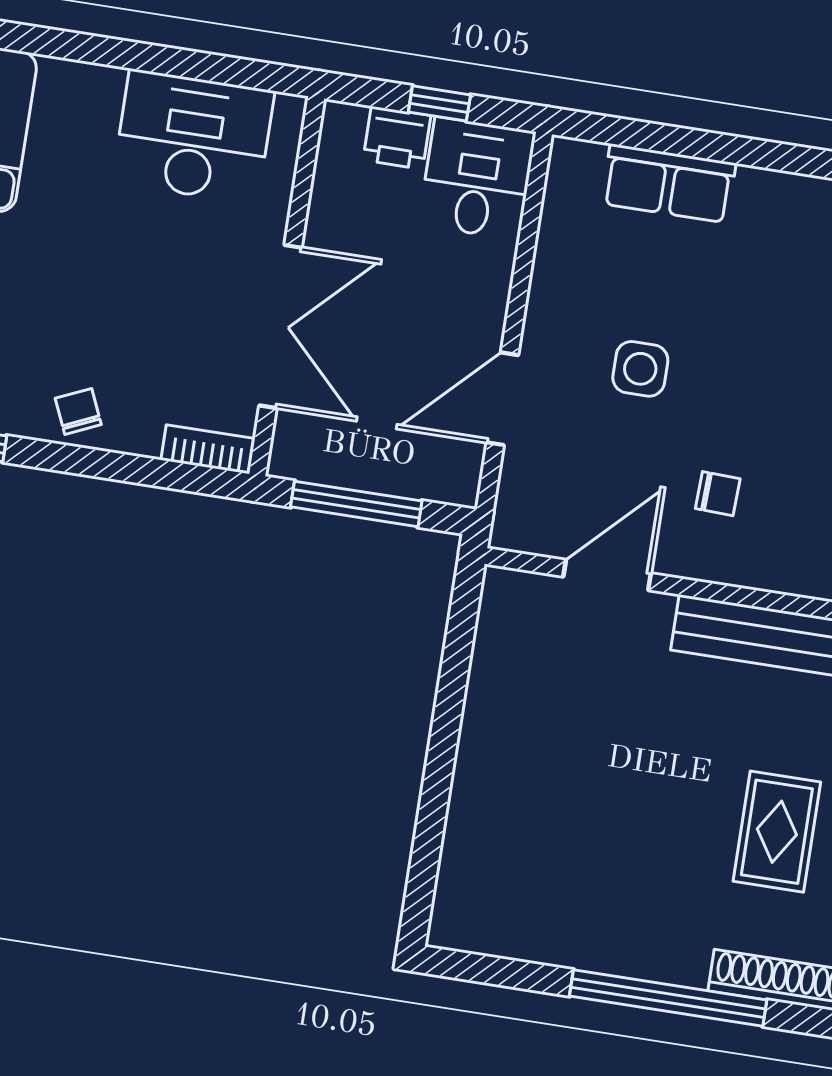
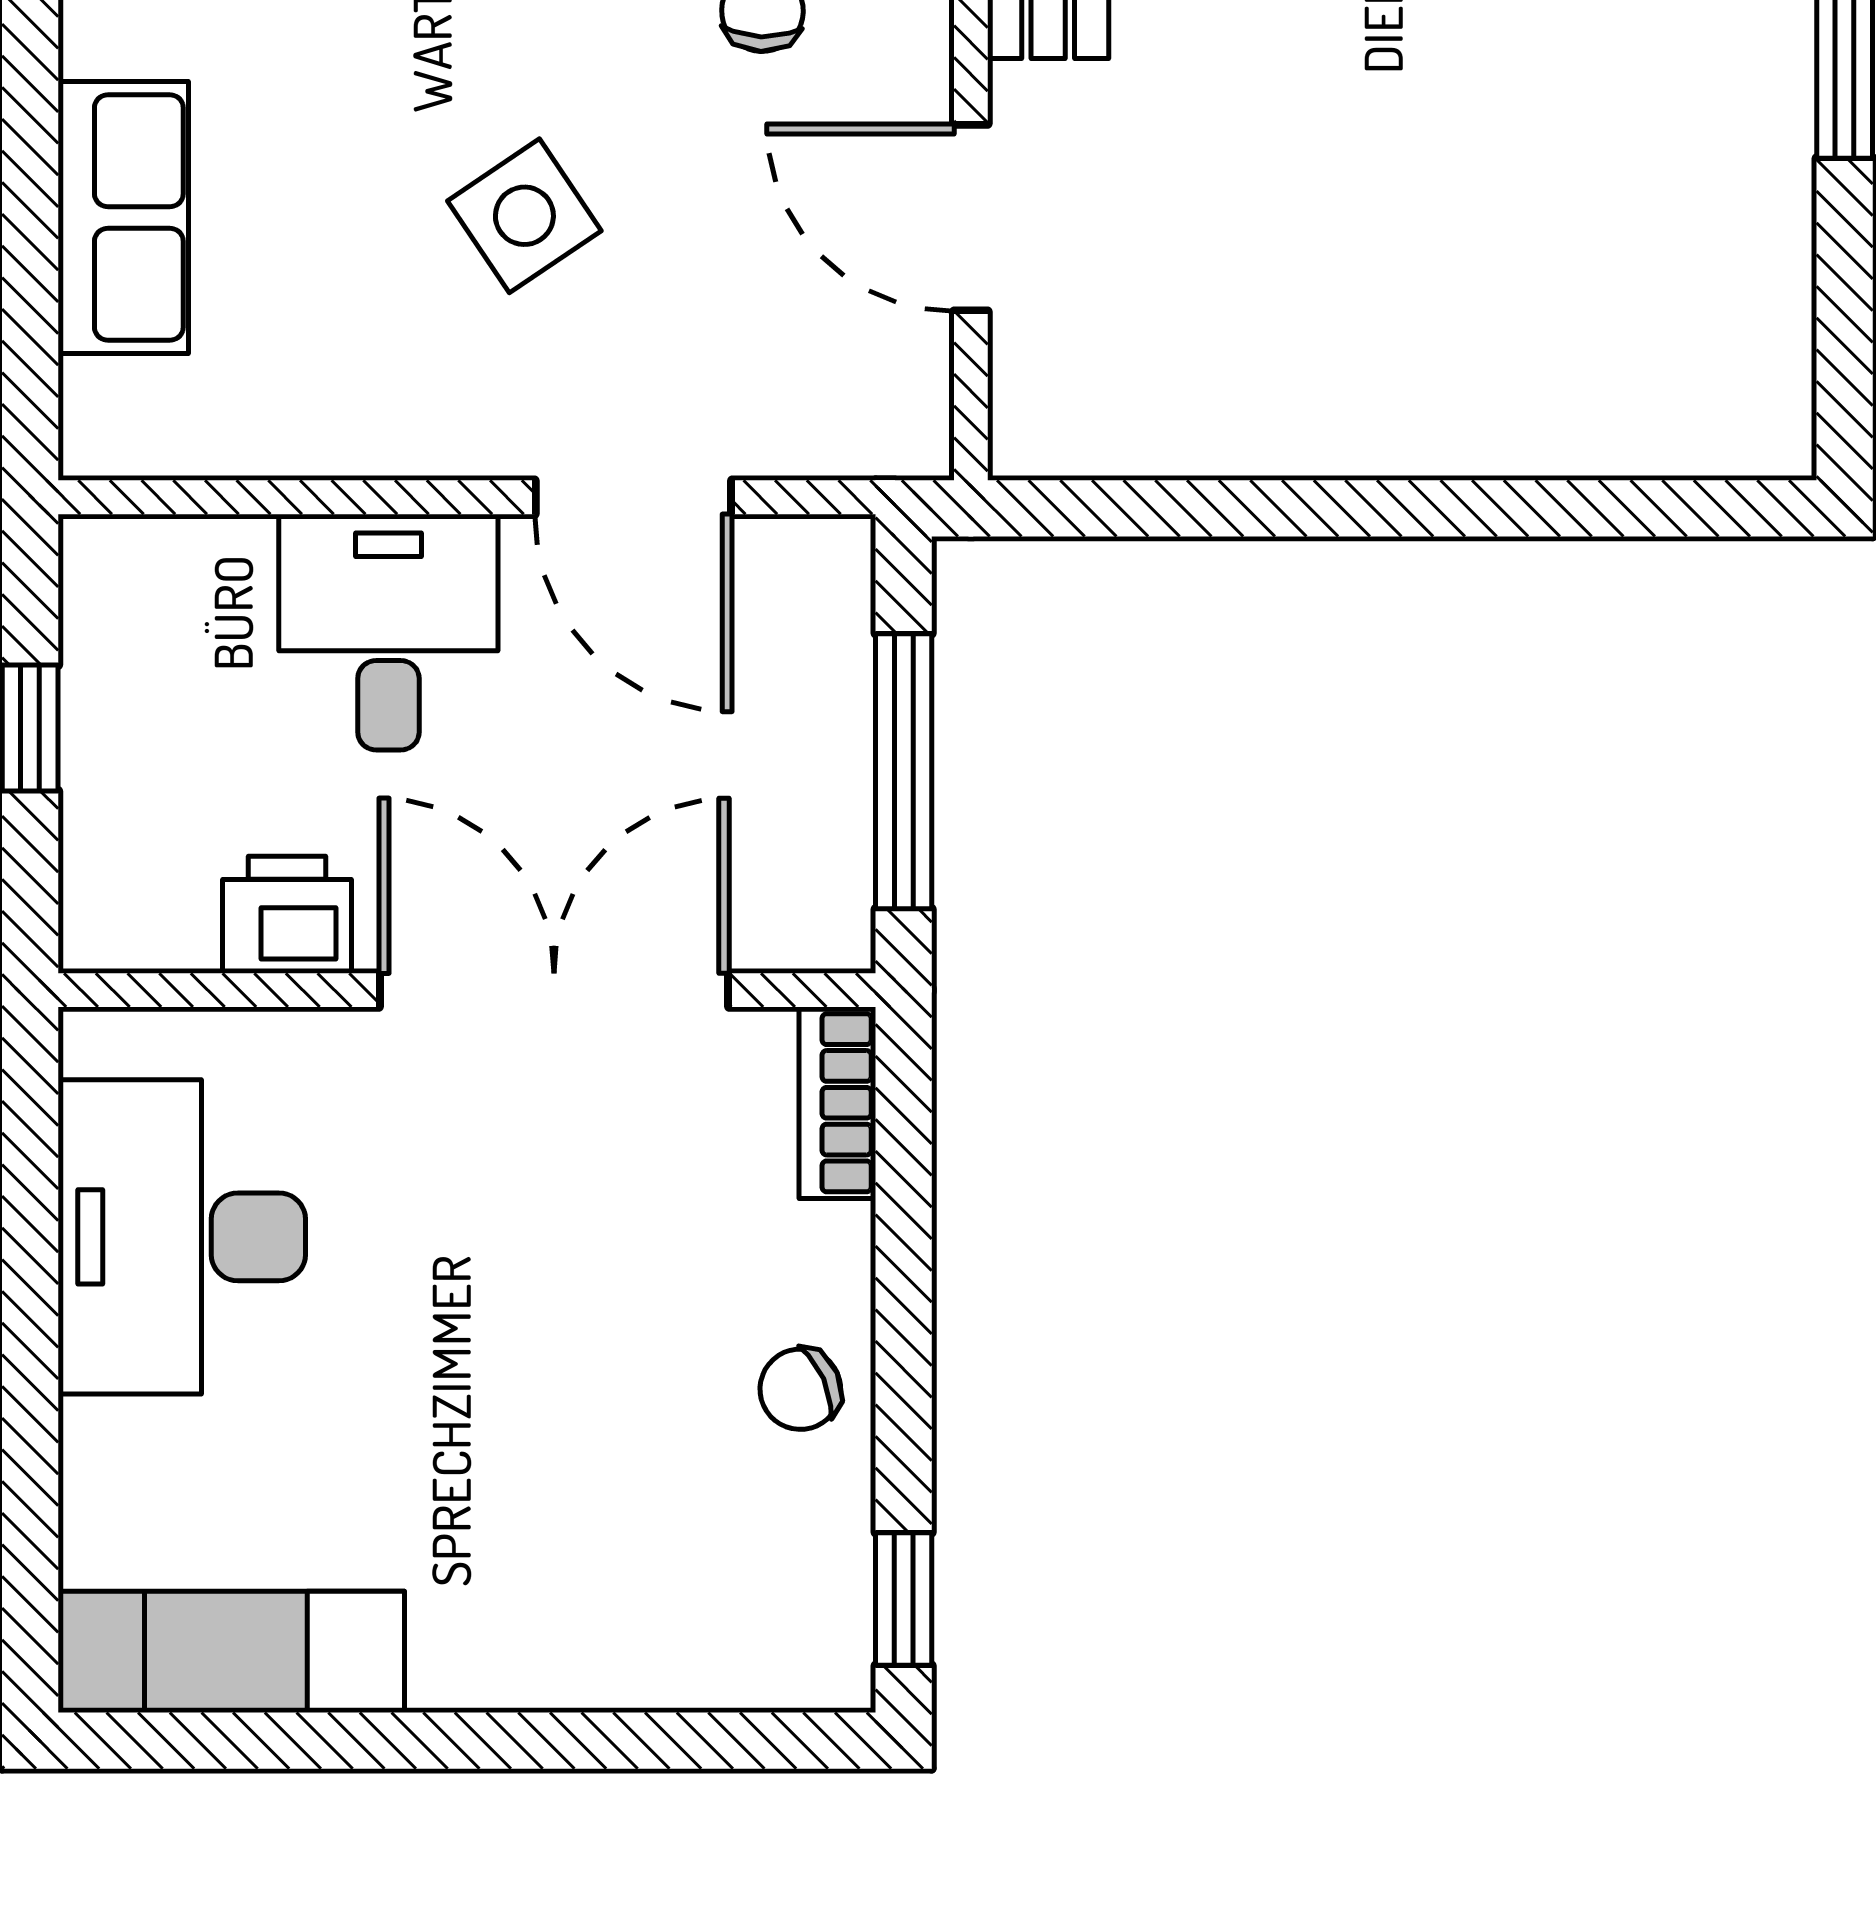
printer: (397, 138) -> (287, 915), moved, turned -90
desk: (477, 178) -> (388, 632), moved, turned 90
side table: (640, 369) -> (524, 216), turned -34

